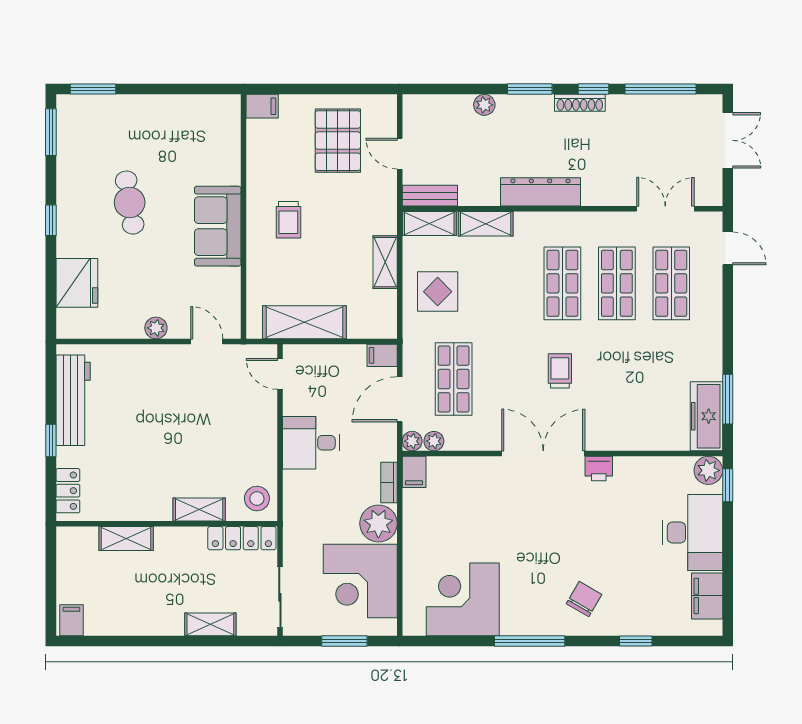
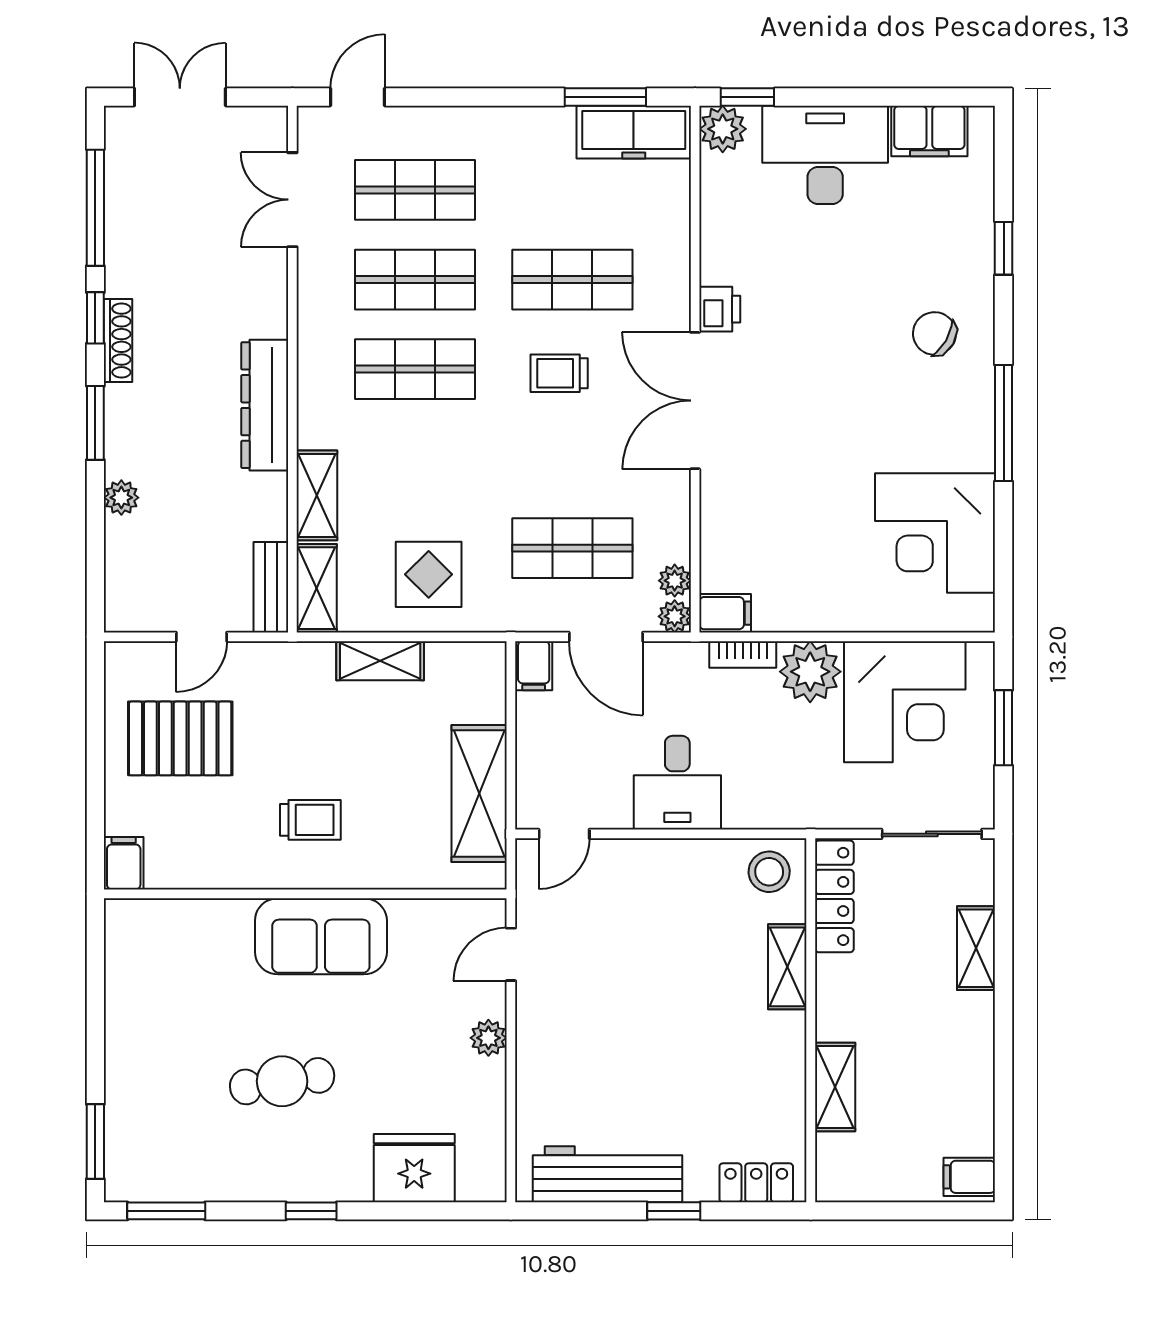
shop shelf: (617, 379) -> (572, 280), added

